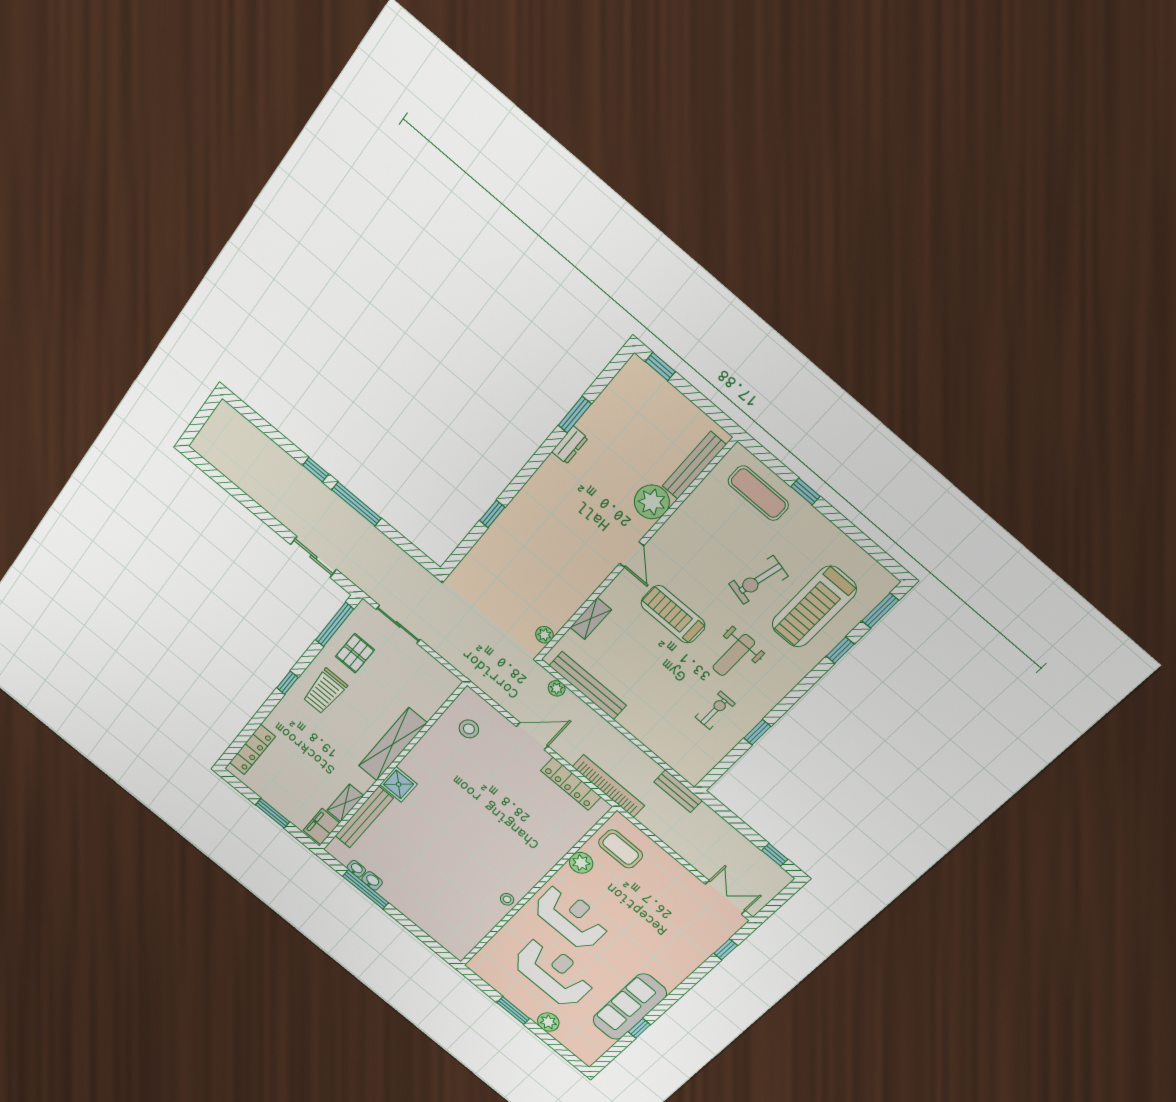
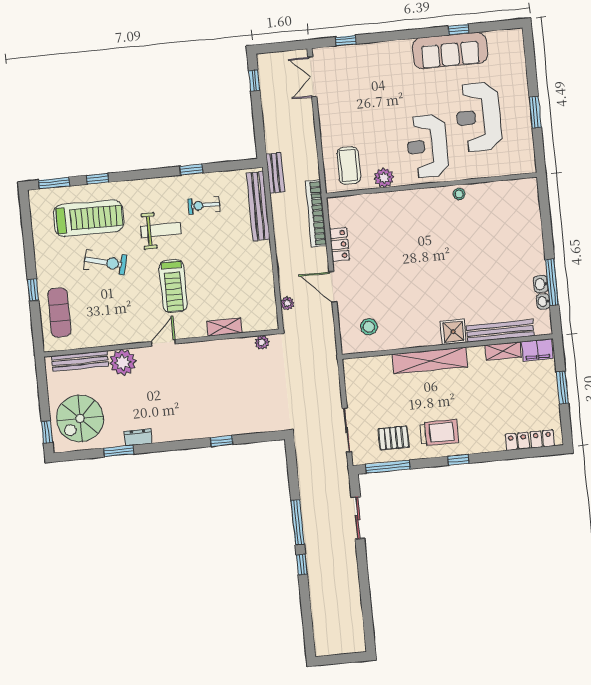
spiral stairs: (641, 410) -> (80, 418), added
bench: (588, 685) -> (258, 206), moved
locker: (571, 784) -> (339, 244), width x0.66
plant: (548, 1022) -> (519, 84), removed

